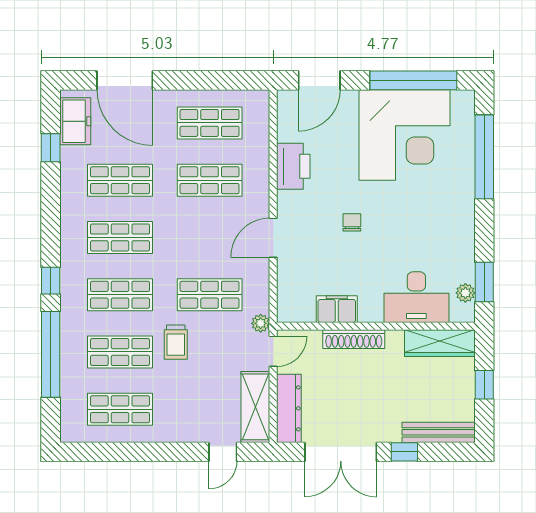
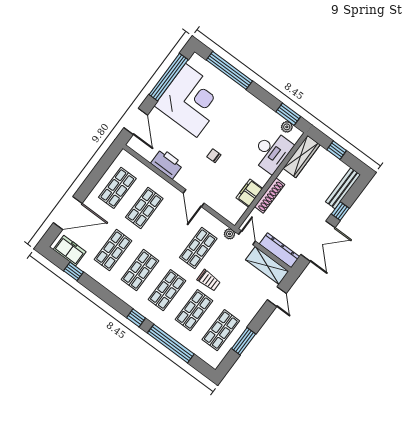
window: (128, 452) -> (244, 341), added

